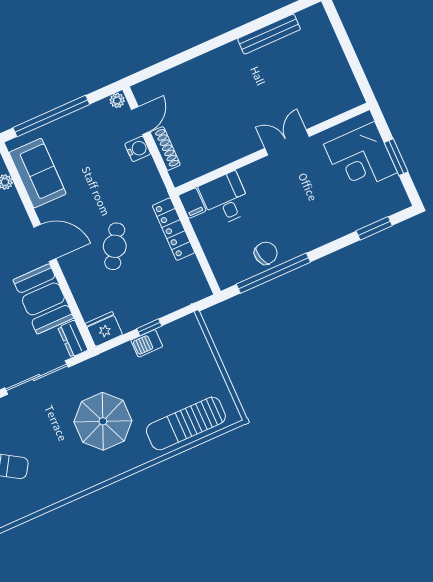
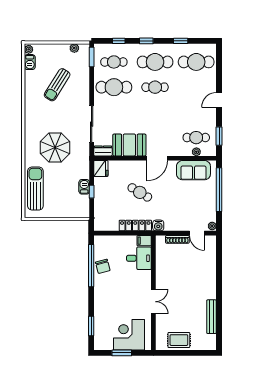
rug: (332, 71) -> (179, 340), added
water cooler: (138, 149) -> (158, 225), moved

